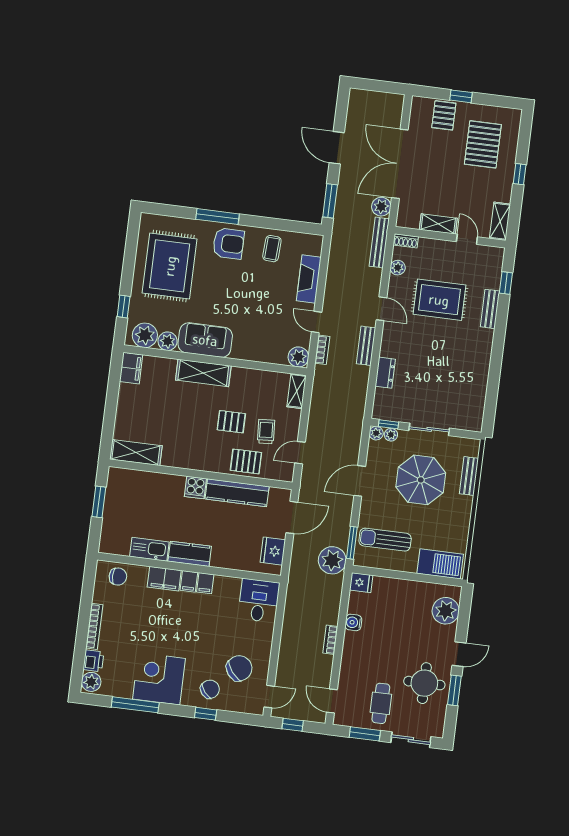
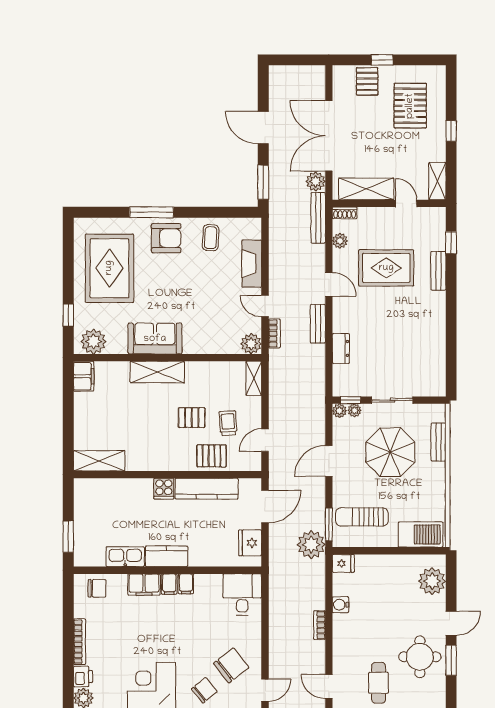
shelving: (438, 224) -> (366, 189), width x1.50, depth x1.33
plant: (168, 341) -> (117, 344), removed
window: (99, 502) -> (68, 537), moved

